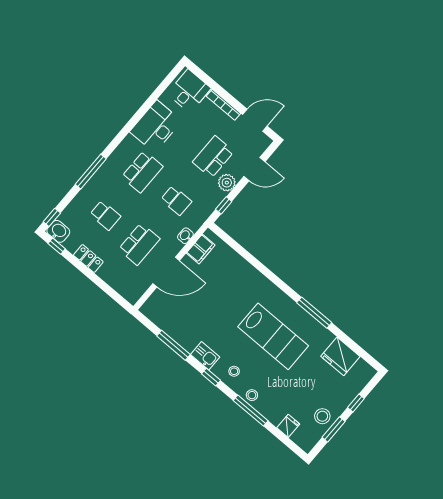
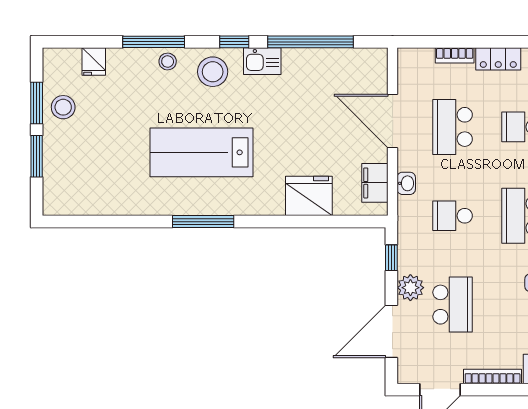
door: (254, 169) -> (391, 331), width x1.36
door: (166, 272) -> (393, 121), hinge flipped
bookcase: (108, 278) -> (455, 55), added
window: (314, 313) -> (203, 222), moved
window: (173, 345) -> (311, 42), width x1.46
fridge: (340, 356) -> (309, 196), moved
stool: (234, 371) -> (213, 72), width x1.89, depth x1.89
window: (356, 403) -> (37, 156), width x1.50

